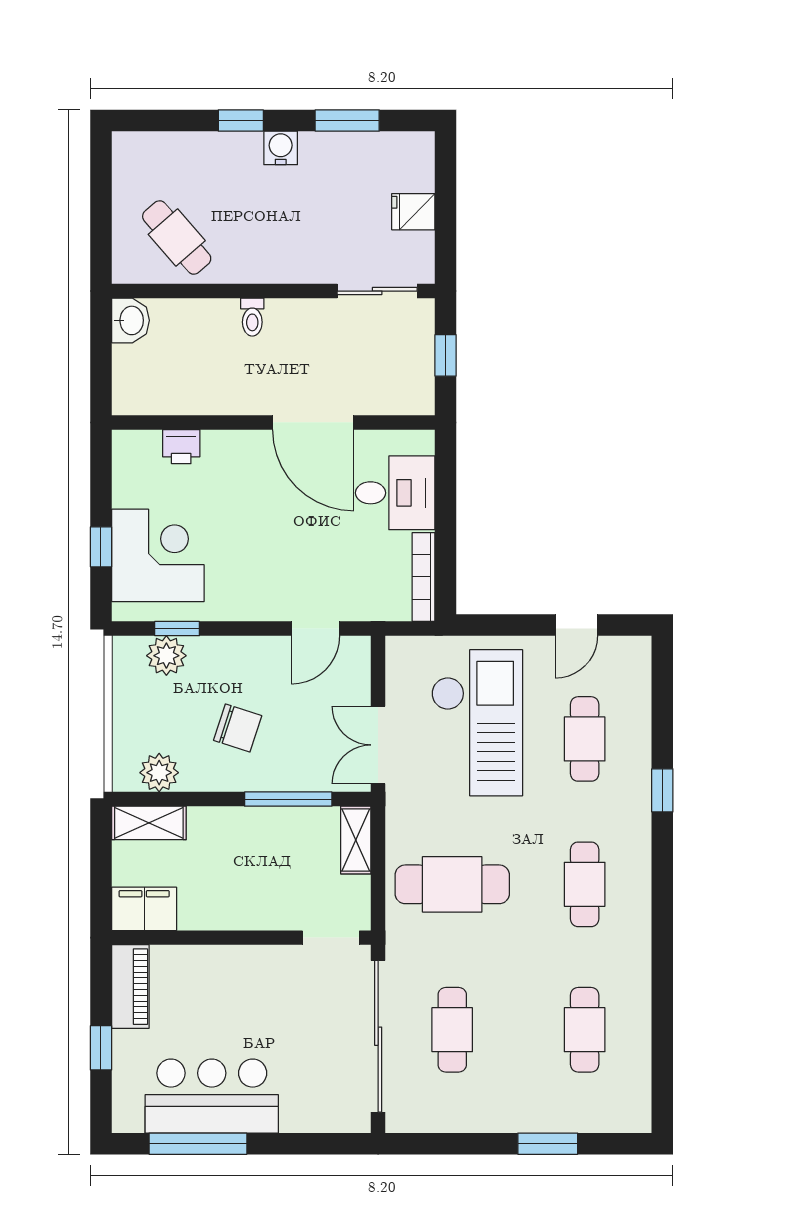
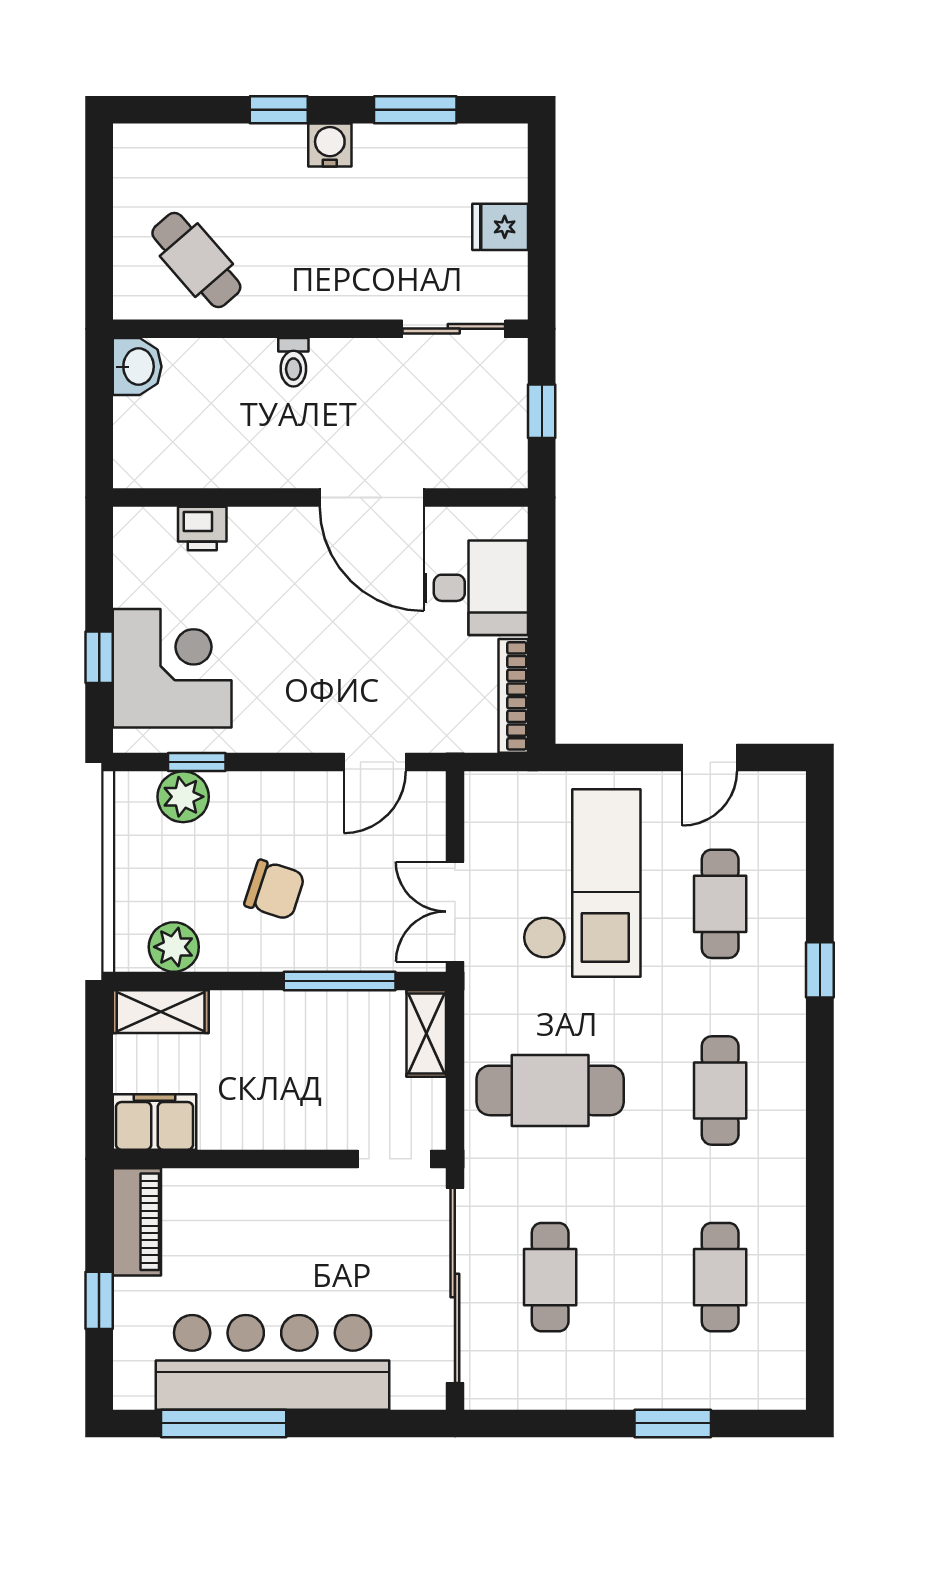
bar counter: (212, 1096) -> (273, 1362), width x1.36

